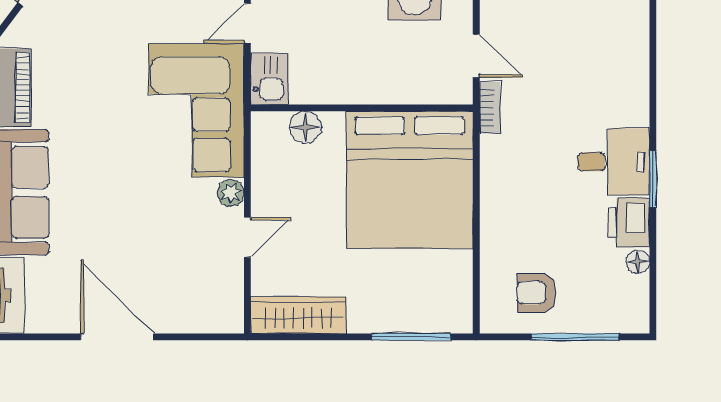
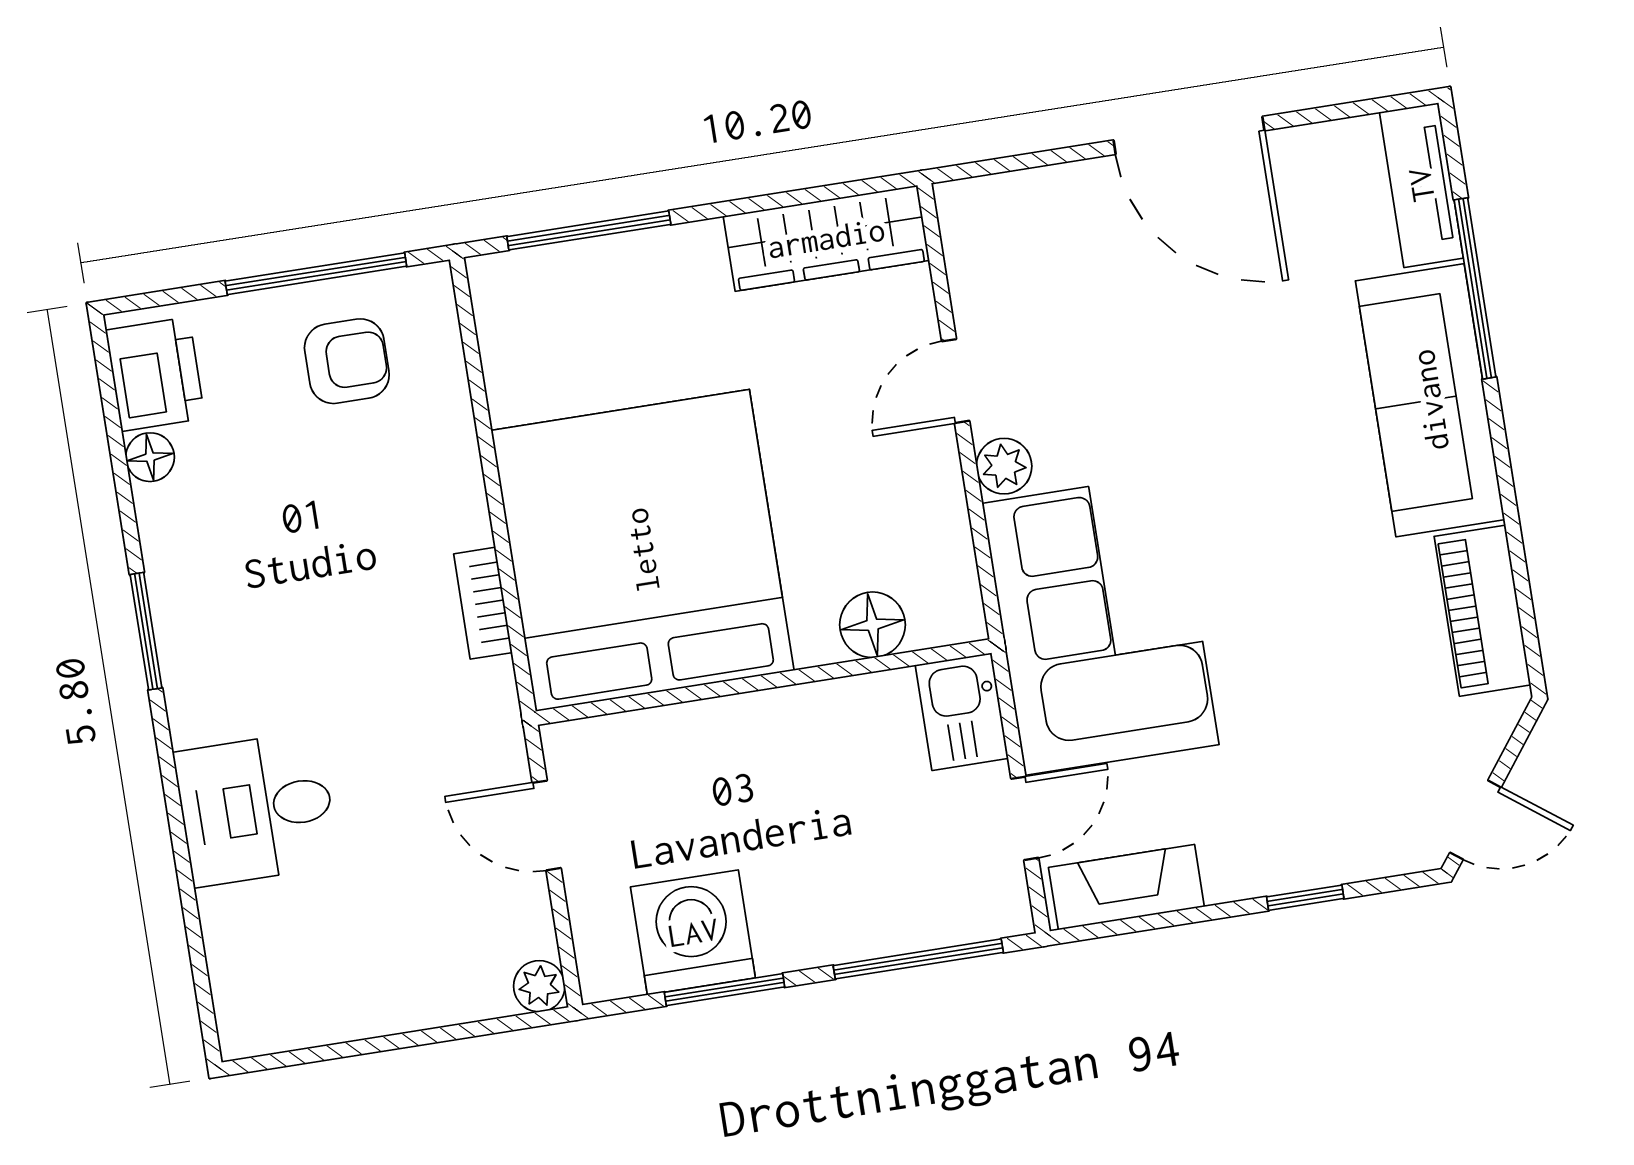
bookcase: (490, 108) -> (483, 603), moved
desk: (614, 162) -> (256, 809), moved
printer: (629, 223) -> (155, 374), moved
window: (575, 337) -> (316, 274), moved

